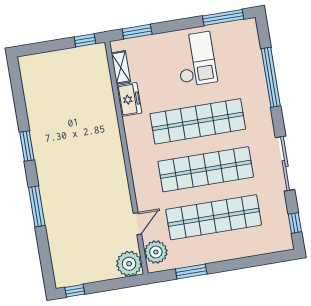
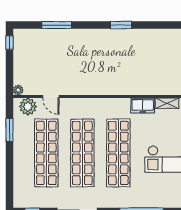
window: (37, 206) -> (57, 25), moved
plant: (129, 264) -> (18, 90), width x0.53, depth x0.53

